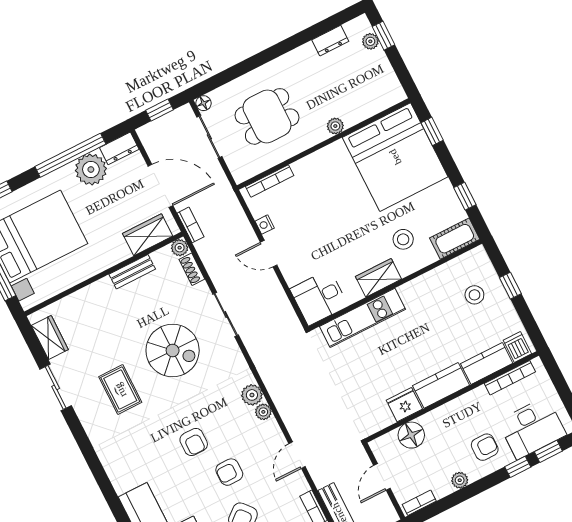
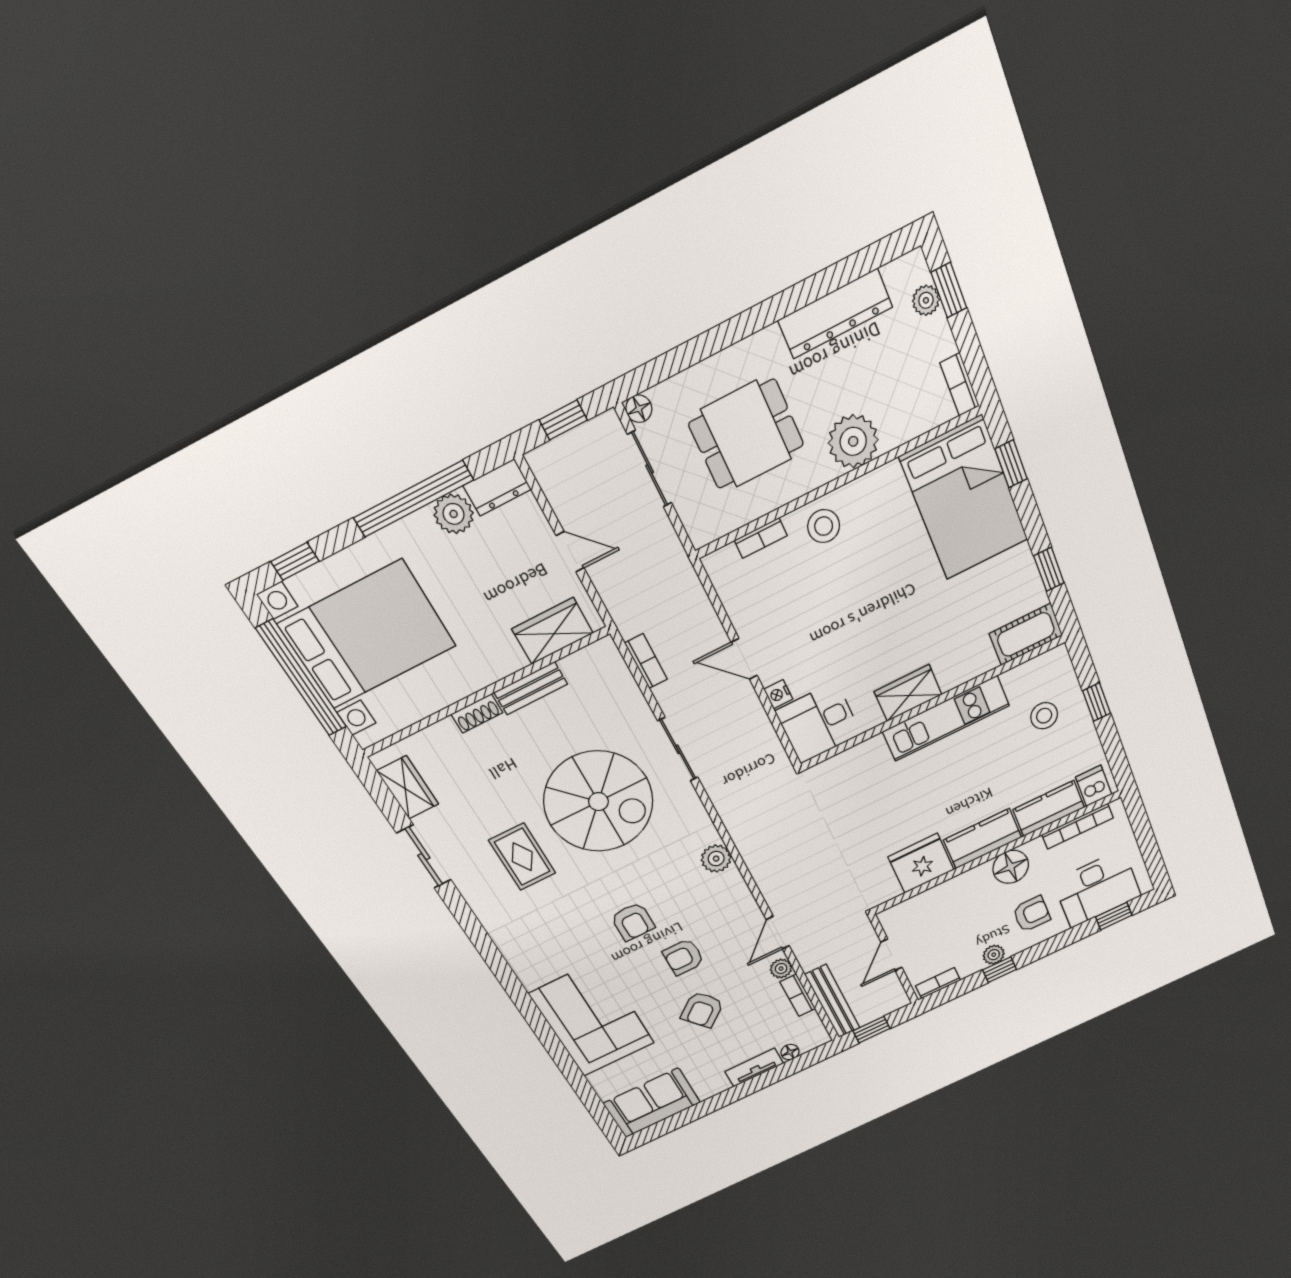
dresser: (330, 41) -> (835, 314), width x1.96, depth x1.24
bookcase: (395, 86) -> (960, 385), added
plant: (335, 126) -> (853, 441), width x1.88, depth x1.88
bed: (395, 157) -> (964, 499), width x0.73
plant: (91, 169) -> (454, 514), width x0.73, depth x0.73
bookcase: (270, 181) -> (761, 538), width x0.64
door: (160, 186) -> (570, 552), width x0.53
bookcase: (191, 225) -> (646, 661), moved
nightstand: (265, 225) -> (778, 694), moved
stool: (403, 239) -> (824, 526), moved
plant: (180, 248) -> (605, 651), removed
shoe rack: (192, 269) -> (477, 713), moved, turned -90
kitchen unit: (363, 318) -> (946, 719), moved
spiral stairs: (173, 350) -> (598, 802), width x1.37, depth x1.37
fridge: (404, 405) -> (921, 863), width x1.36, depth x1.34
plant: (263, 412) -> (781, 969), moved
floor lamp: (411, 435) -> (1011, 867), moved
window: (518, 467) -> (1000, 970), moved

